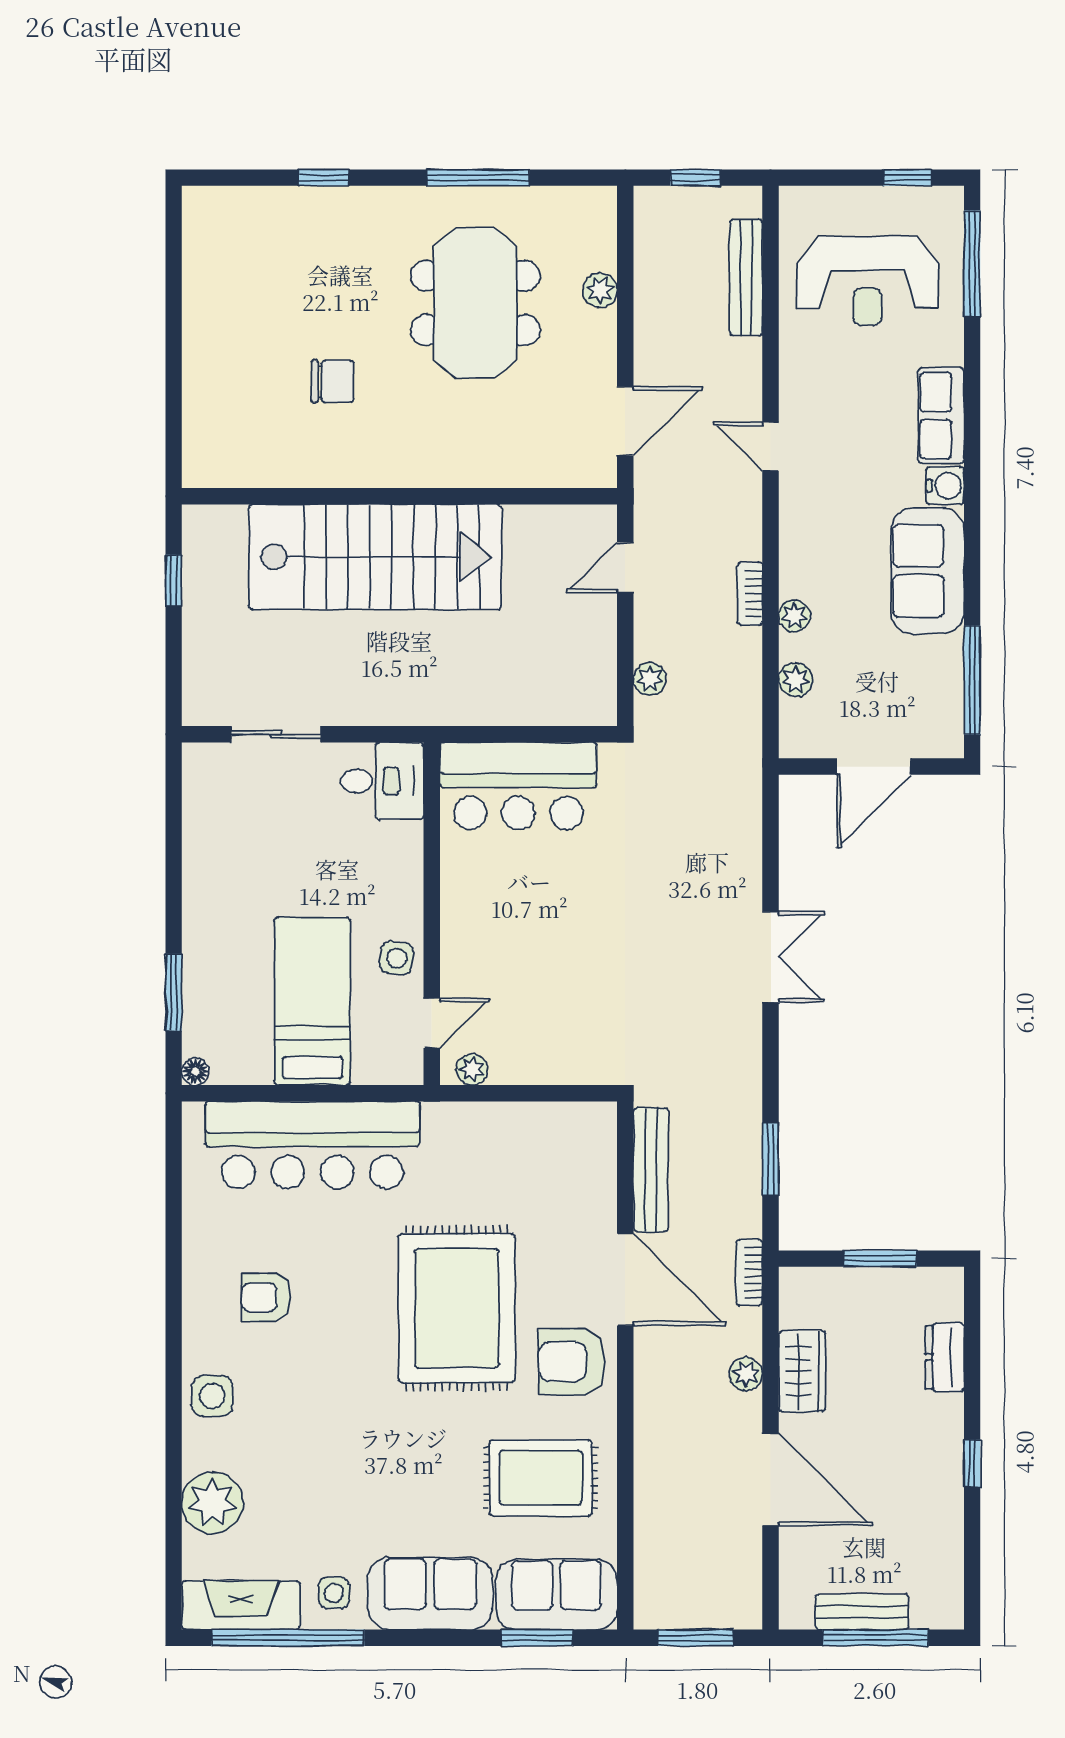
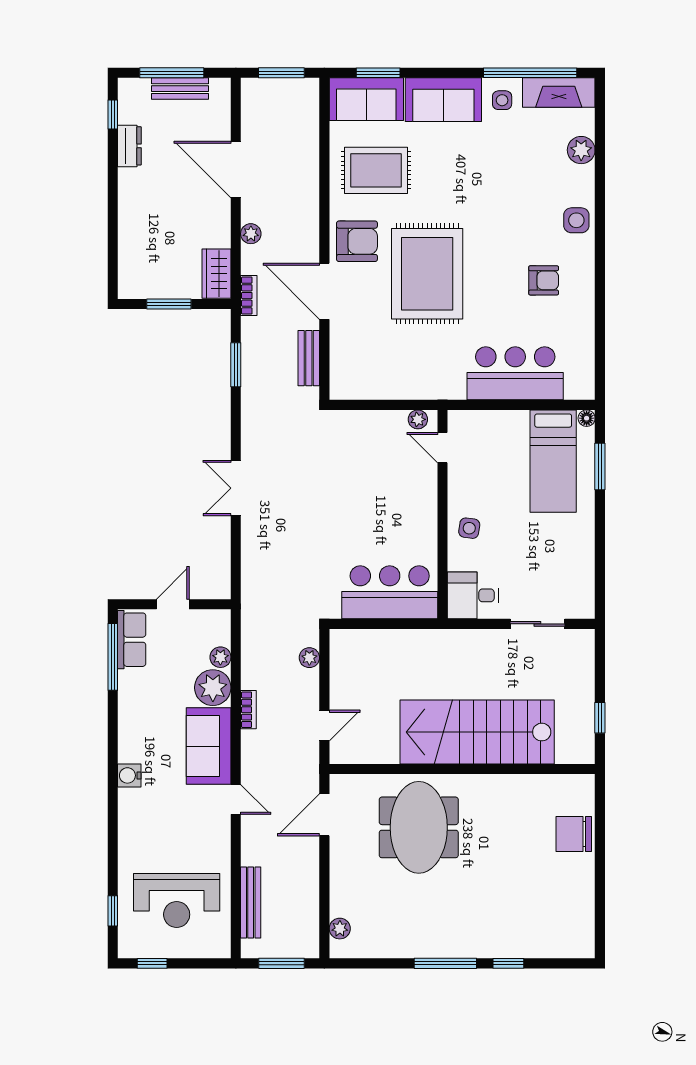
window: (478, 178) -> (445, 963), moved
window: (696, 178) -> (281, 963), width x1.50
window: (972, 264) -> (113, 911), width x0.46
reception desk: (868, 281) -> (177, 900), turned 180
plant: (600, 290) -> (340, 929), moved
meeting table: (475, 303) -> (419, 827), moved
chair: (332, 381) -> (574, 834), moved, width x1.37, depth x1.37
row of seats: (941, 416) -> (132, 640), moved
sofa: (928, 571) -> (209, 746), moved, turned 180
plant: (794, 616) -> (213, 688), width x1.87, depth x1.87
door: (874, 767) -> (173, 604), width x0.73
side table: (397, 958) -> (469, 528), moved
bed: (312, 1001) -> (553, 461), moved
door: (432, 1023) -> (442, 448), hinge flipped
bar counter: (312, 1145) -> (515, 373), width x0.73
bench: (651, 1170) -> (309, 358), width x0.73
dresser: (945, 1357) -> (129, 146), moved
wardrobe: (802, 1371) -> (217, 274), moved
window: (972, 1463) -> (113, 115), moved
plant: (212, 1503) -> (581, 150), width x0.73, depth x0.73

